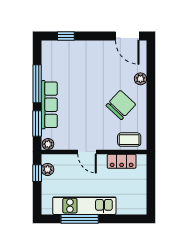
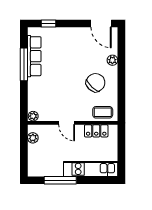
row of seats: (49, 105) -> (34, 56), moved
window: (37, 123) -> (24, 98), removed
window: (37, 173) -> (24, 141), removed
kitchen unit: (84, 206) -> (91, 169), moved

